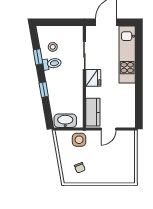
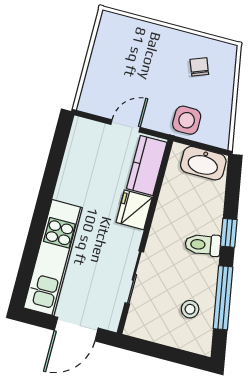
window: (38, 57) -> (223, 298), width x2.17
toilet: (52, 64) -> (203, 245), moved
fridge: (93, 78) -> (134, 210), moved

